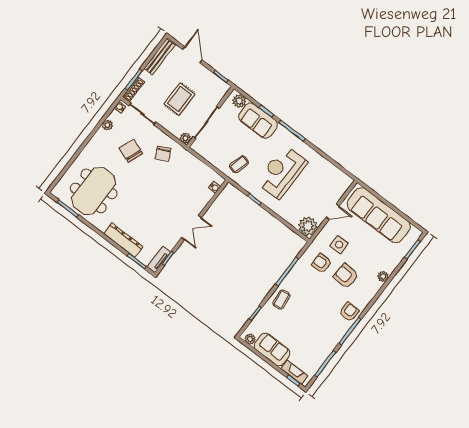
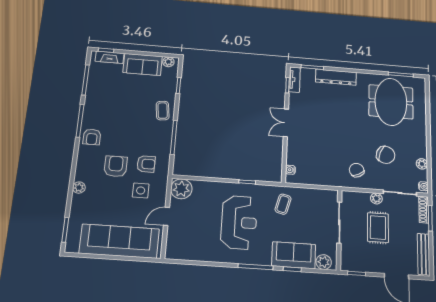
plant: (186, 138) -> (376, 198), moved
armchair: (346, 276) -> (116, 166), turned -94

